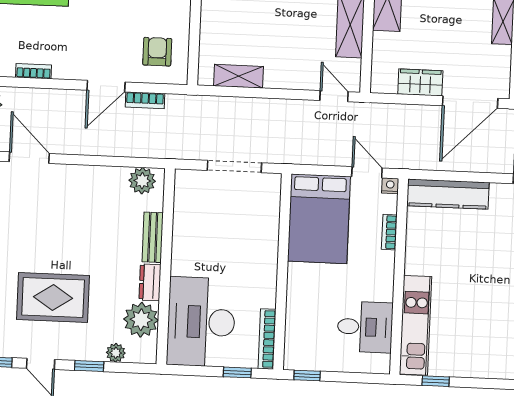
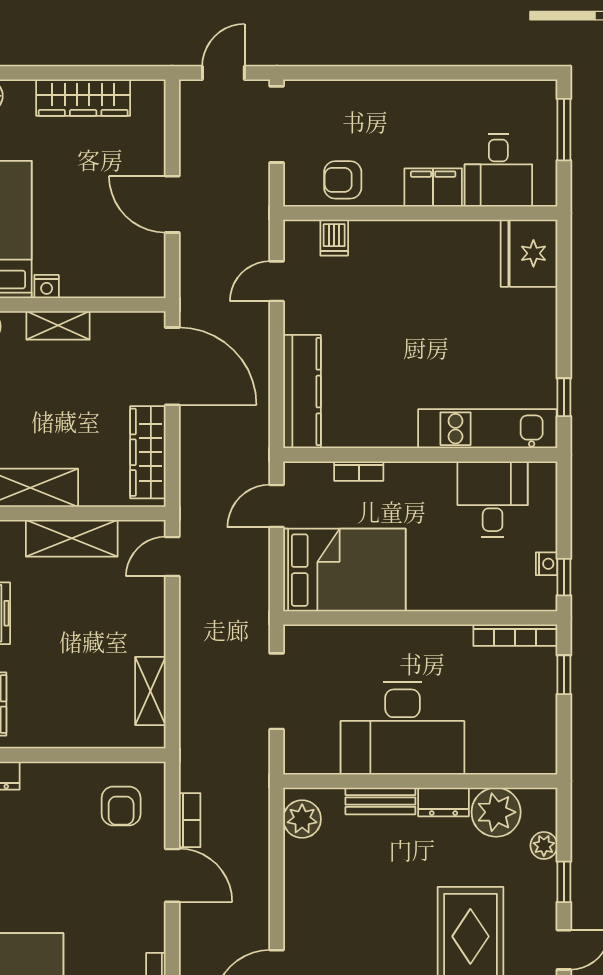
armchair: (157, 52) -> (121, 806), turned -90
wardrobe: (420, 82) -> (148, 452), width x1.50
nightstand: (390, 186) -> (547, 564), moved, turned 180
desk: (201, 322) -> (402, 728), moved

